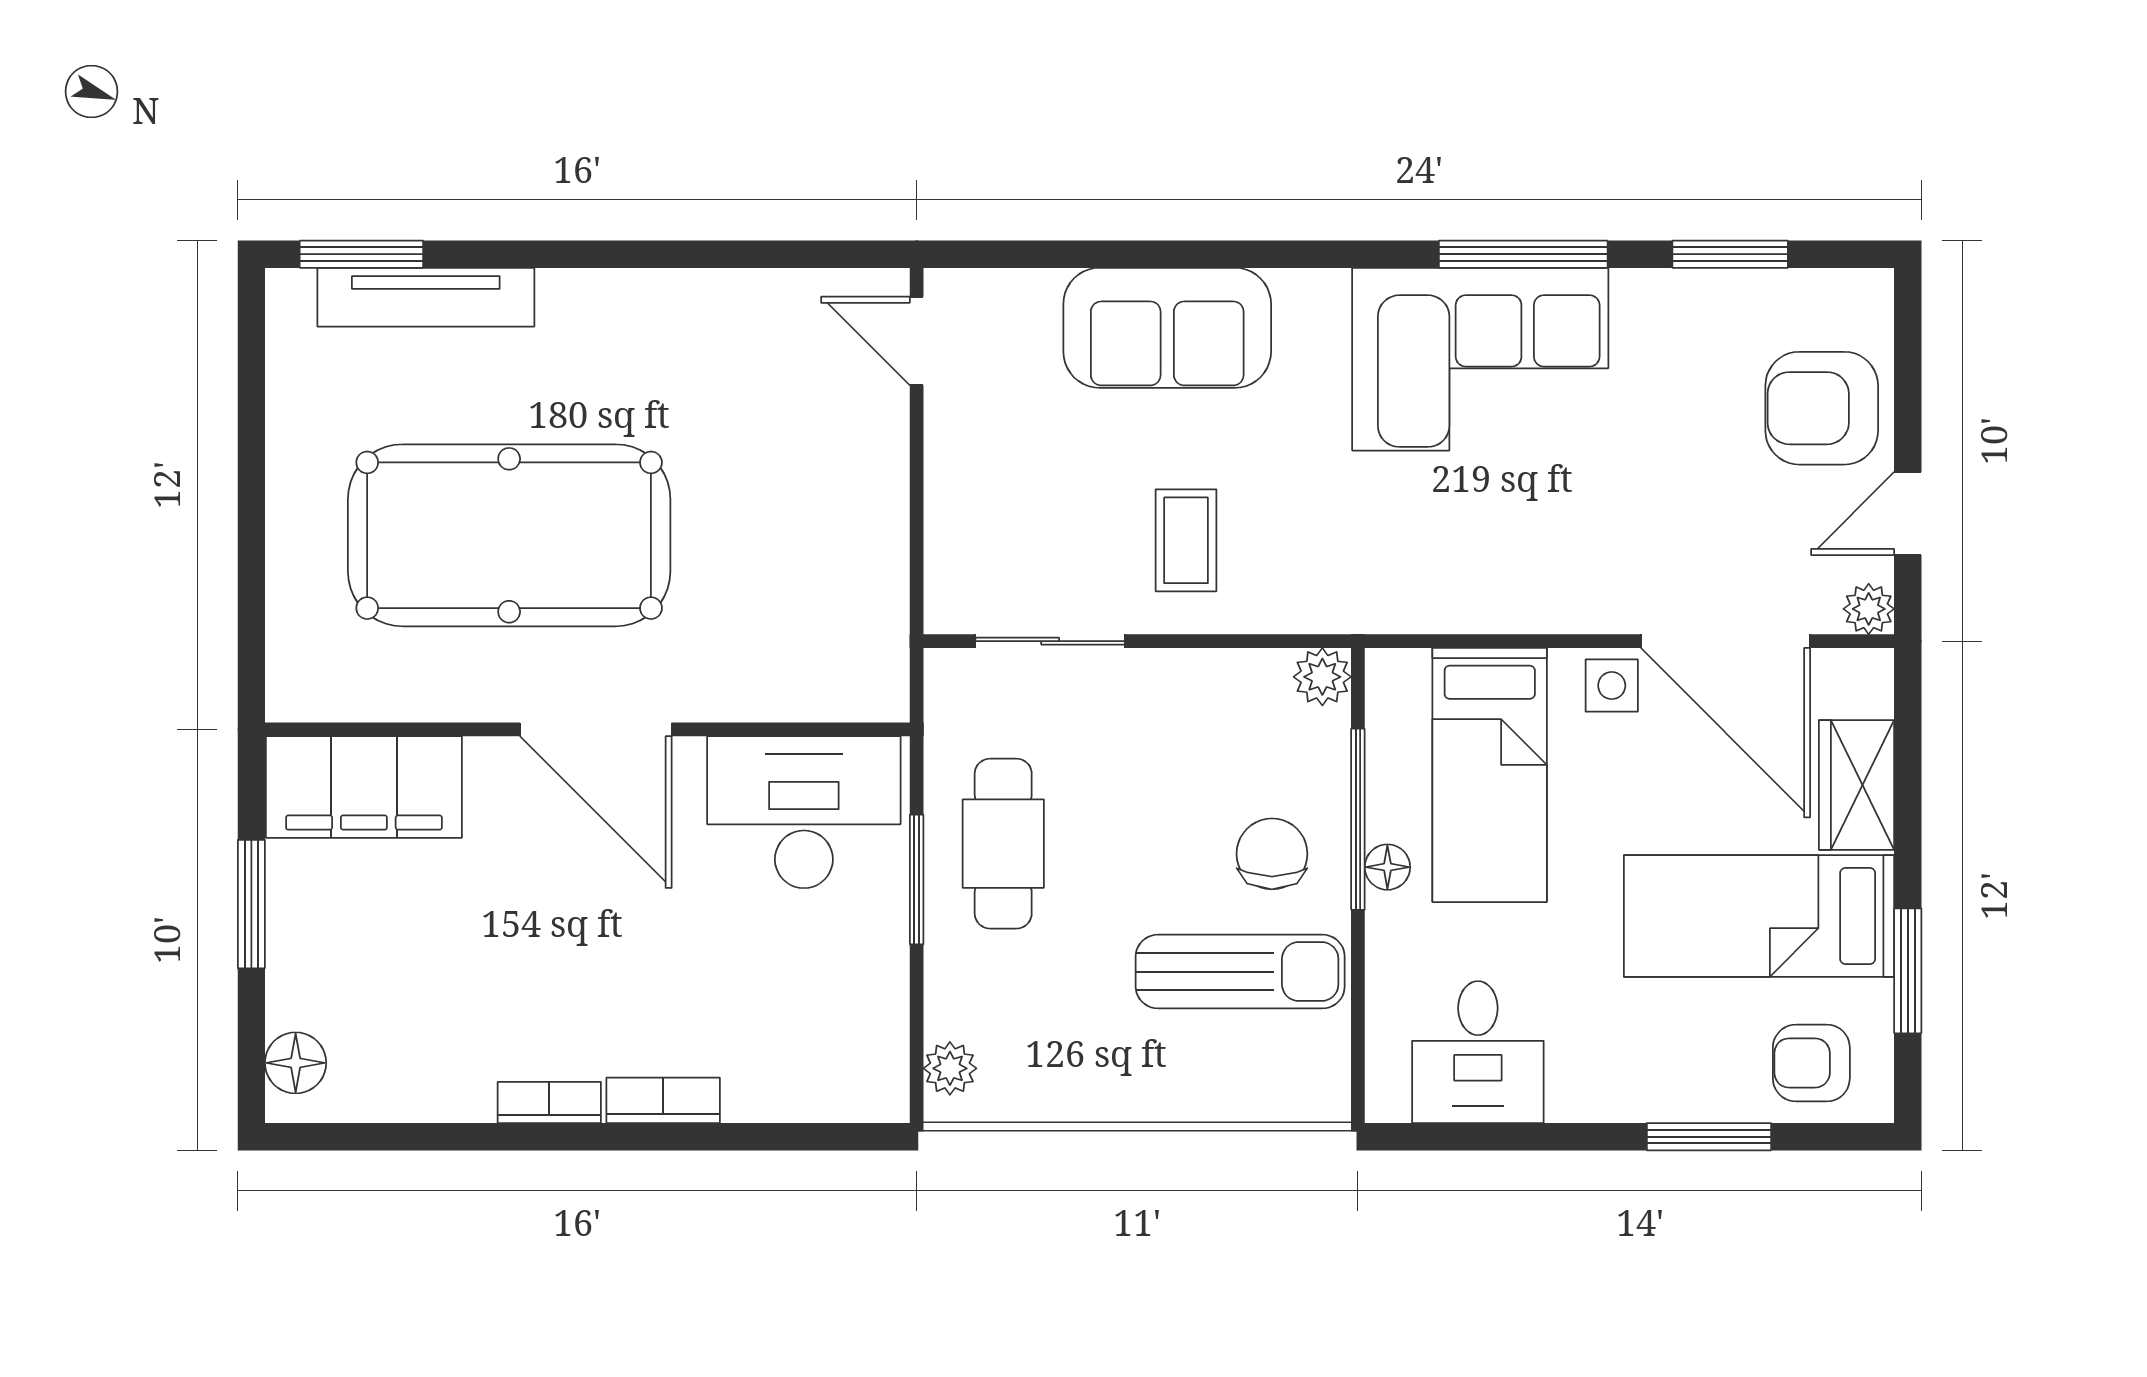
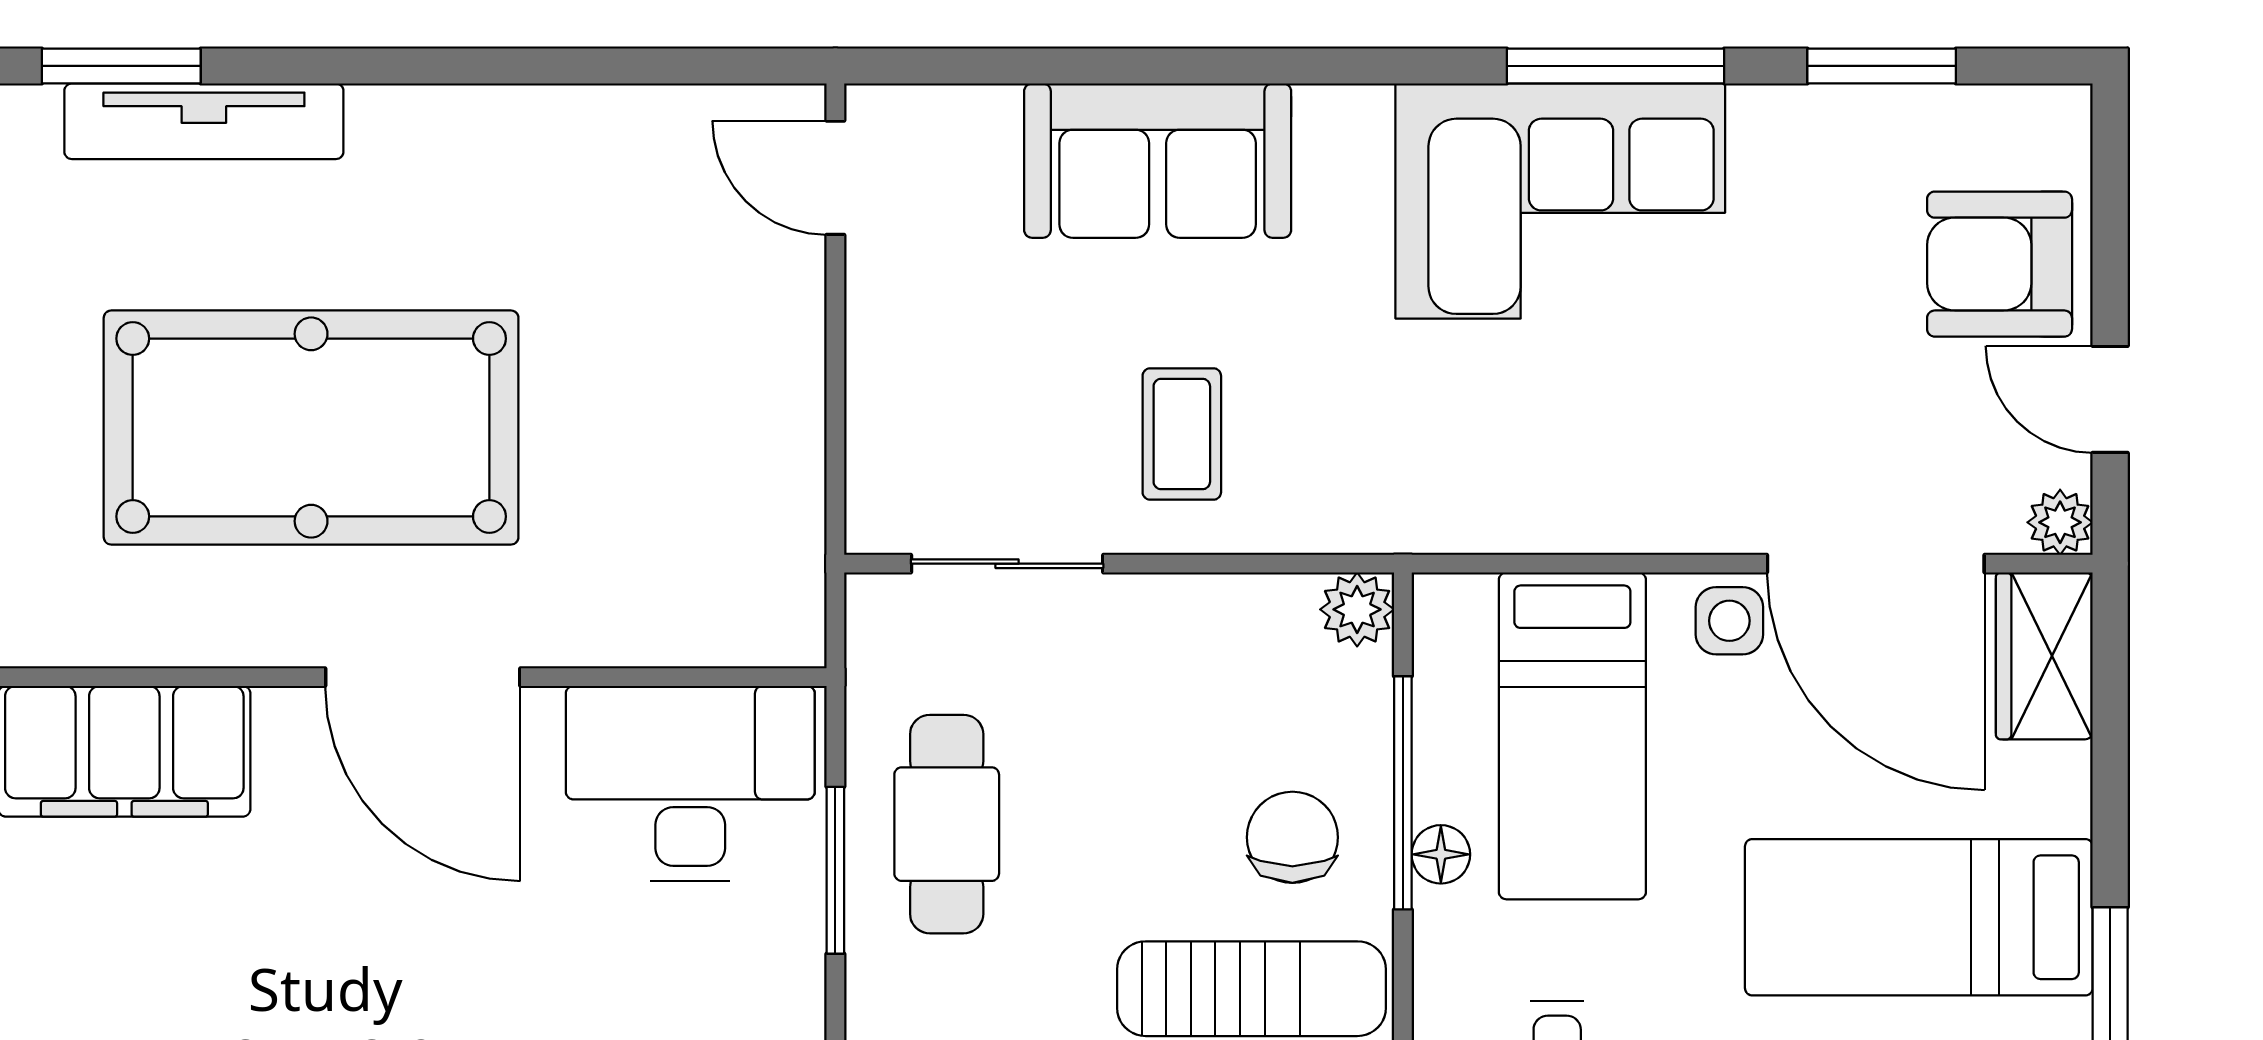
door: (1908, 513) -> (2110, 399), hinge flipped
wardrobe: (1857, 785) -> (2044, 656), moved

